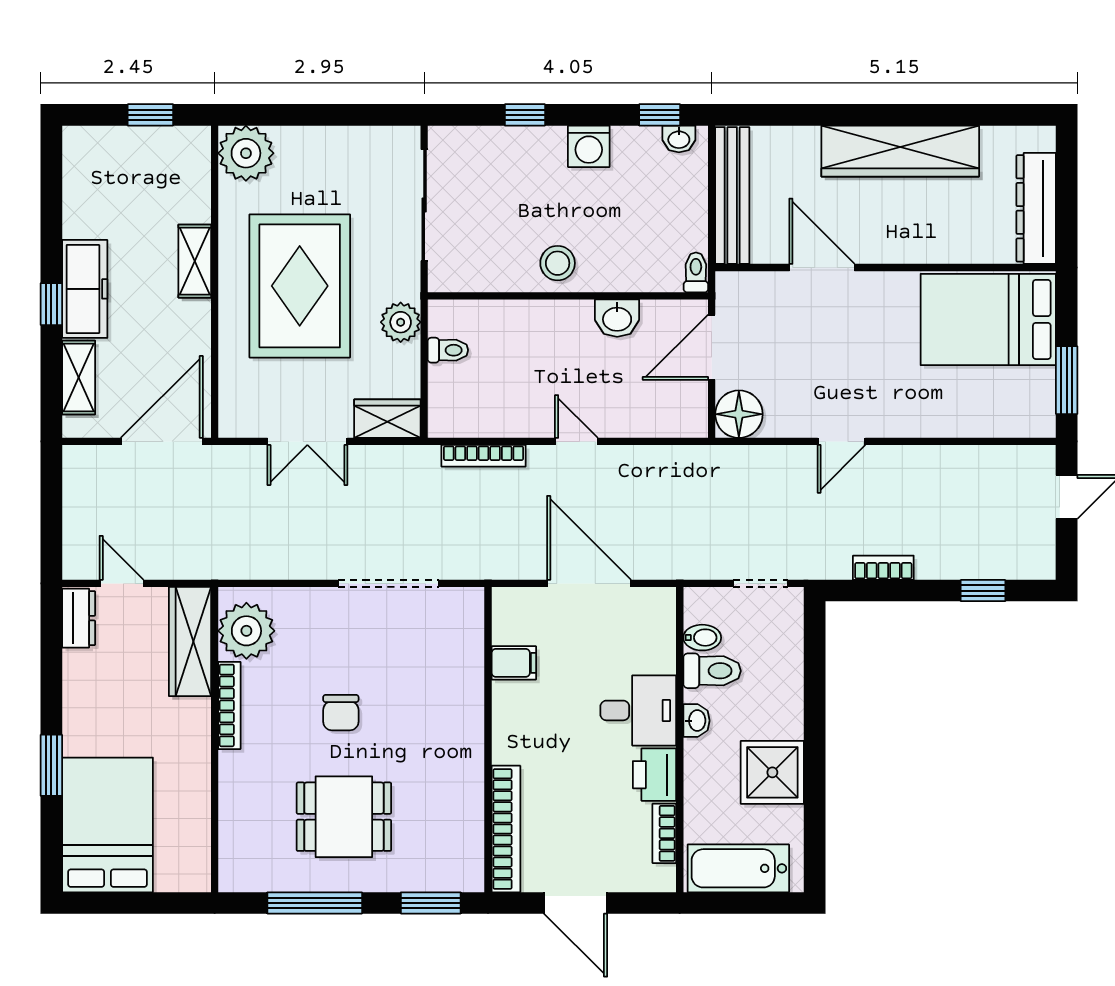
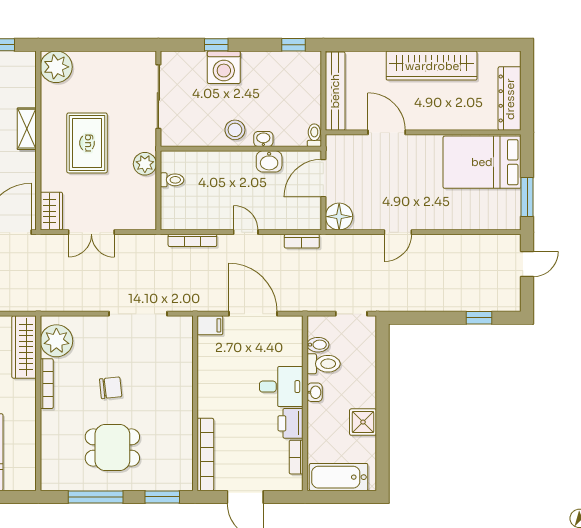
washbasin: (679, 139) -> (263, 139), moved, turned 180
washing machine: (589, 146) -> (224, 67), moved, width x1.37, depth x1.37
rug: (300, 286) -> (87, 143), width x0.73, depth x0.69
wardrobe: (387, 419) -> (51, 211), moved, turned 90
bookcase: (883, 568) -> (302, 241), moved, turned 180
filing cabinet: (514, 663) -> (210, 325), moved
chair: (341, 713) -> (111, 388), turned -96
shower: (772, 772) -> (363, 422), width x0.73, depth x0.73

